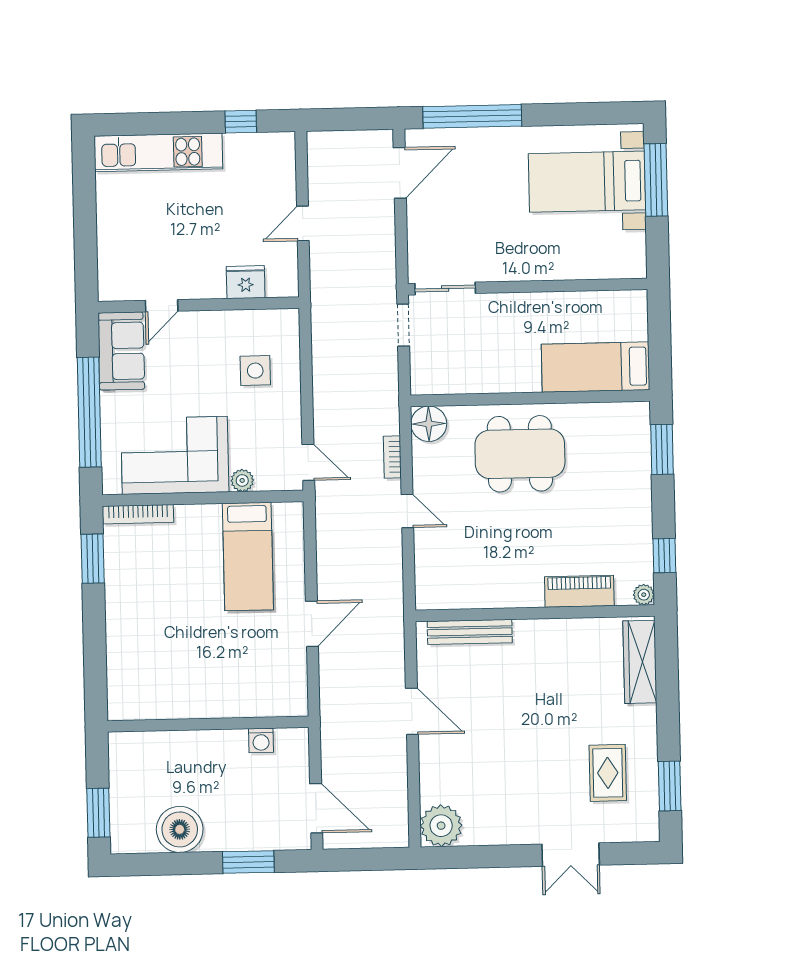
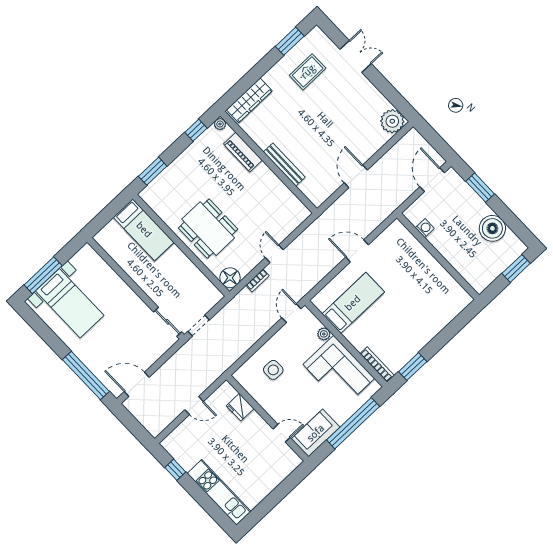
bench: (470, 632) -> (284, 165), moved

